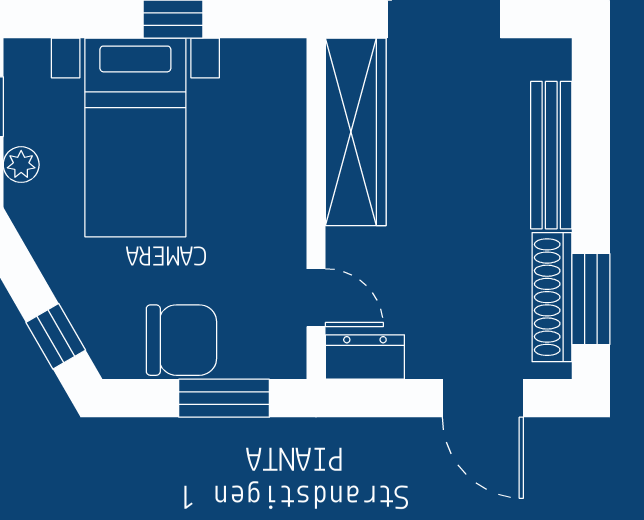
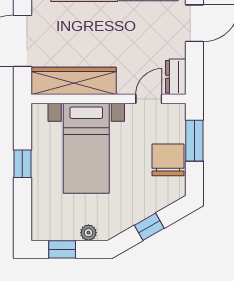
bed with nightstands: (135, 138) -> (86, 148), moved, turned 90
window: (56, 336) -> (149, 227), moved

